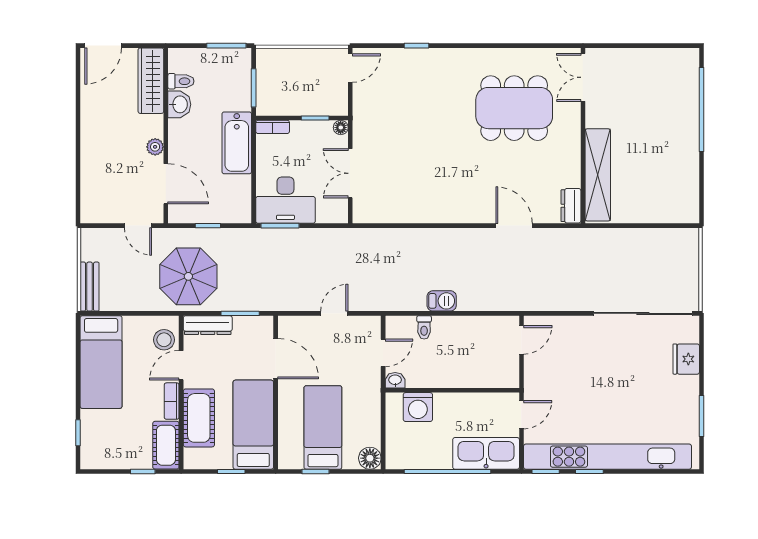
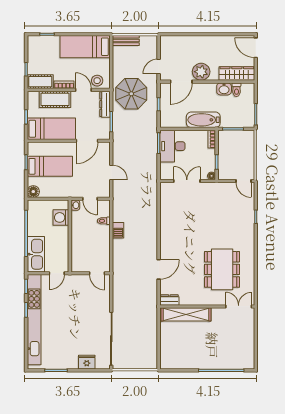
plant: (155, 147) -> (201, 72), width x1.88, depth x1.88
door: (521, 415) -> (57, 273), hinge flipped

